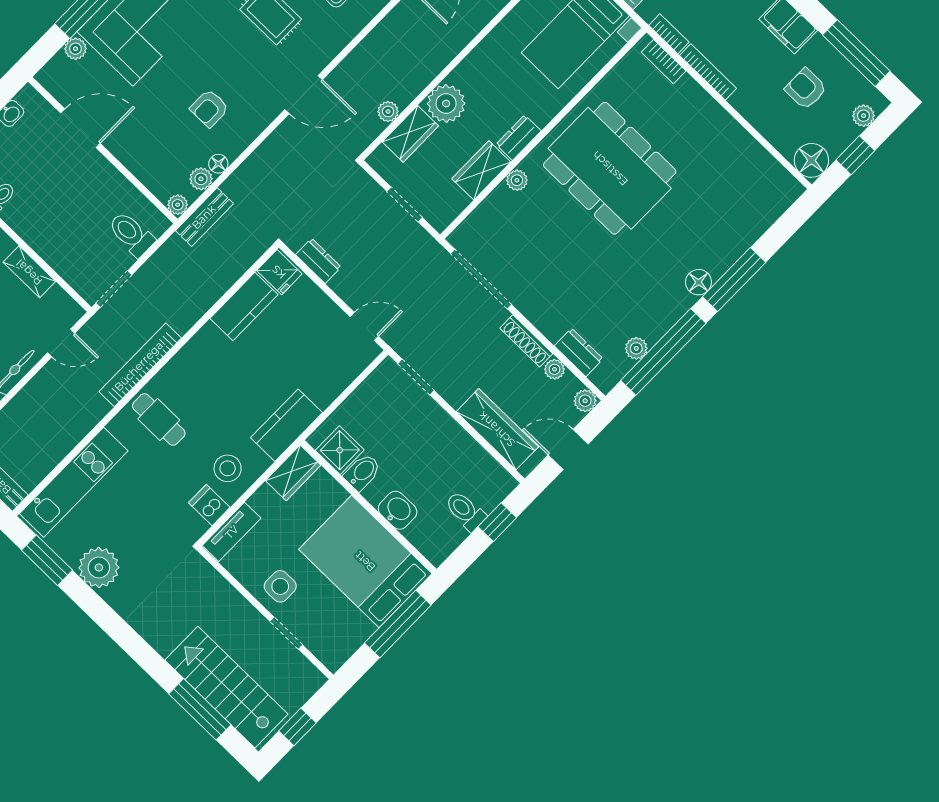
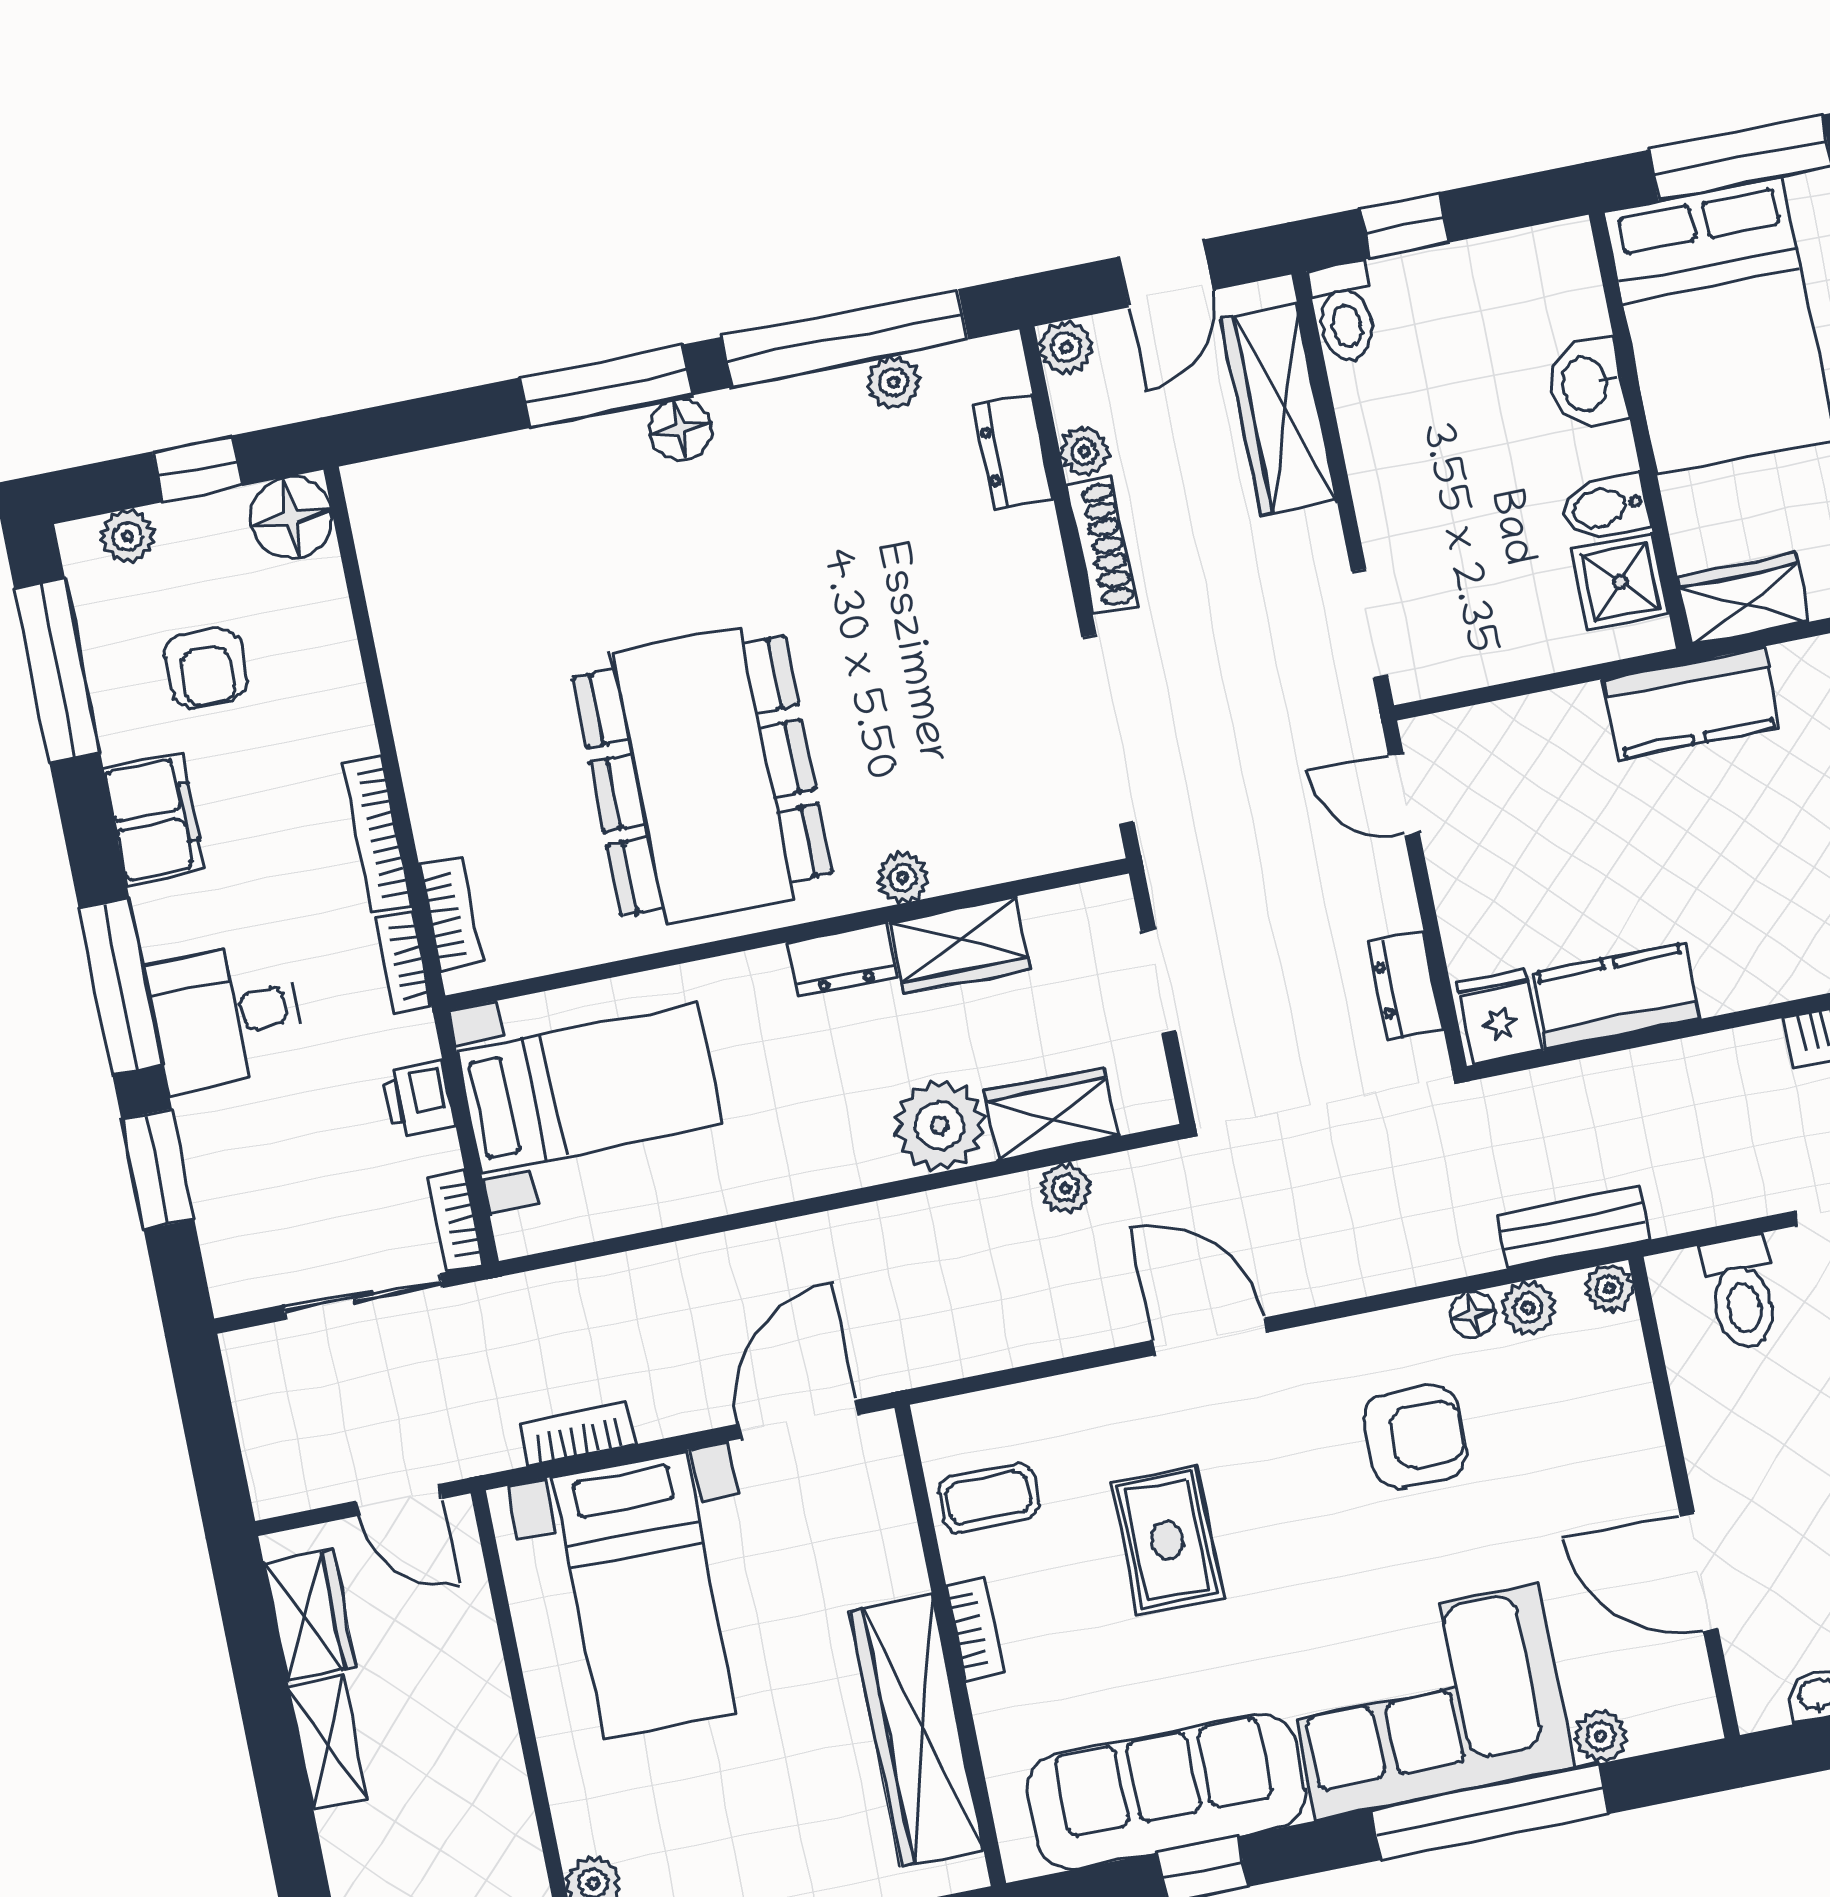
armchair: (209, 108) -> (1416, 1437), width x1.38, depth x1.38
door: (568, 450) -> (1166, 273), hinge flipped
toilet: (465, 511) -> (1345, 313), moved

